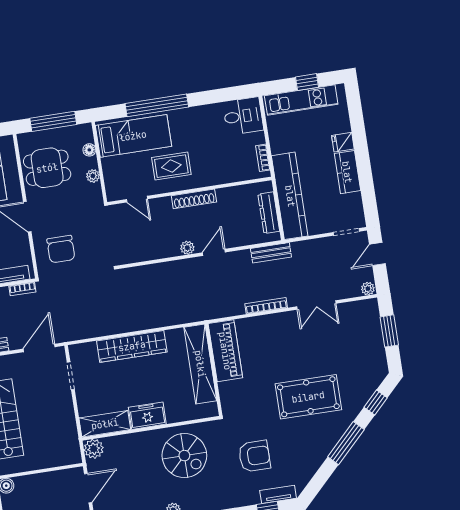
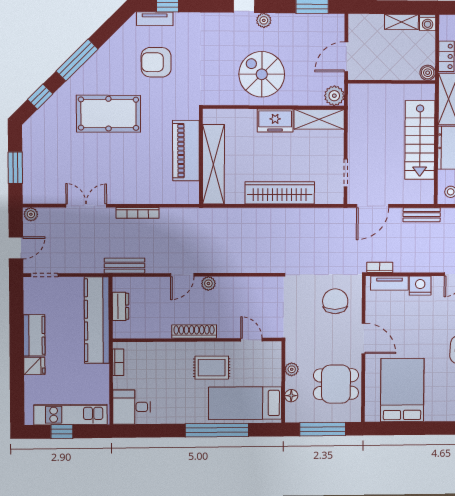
dresser: (269, 213) -> (121, 306), width x0.70
piano: (225, 351) -> (186, 151), moved
spiral stairs: (184, 456) -> (262, 74), moved
armchair: (254, 456) -> (156, 62), moved

